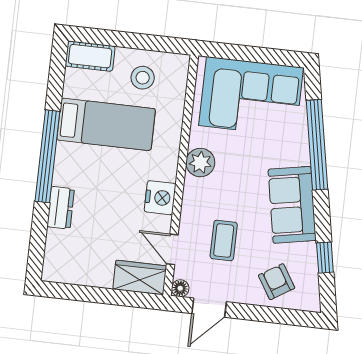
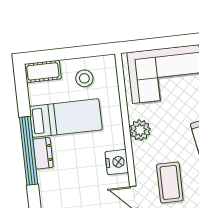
dresser: (61, 208) -> (43, 153), moved
coffee table: (224, 240) -> (170, 182), width x1.36, depth x1.30

